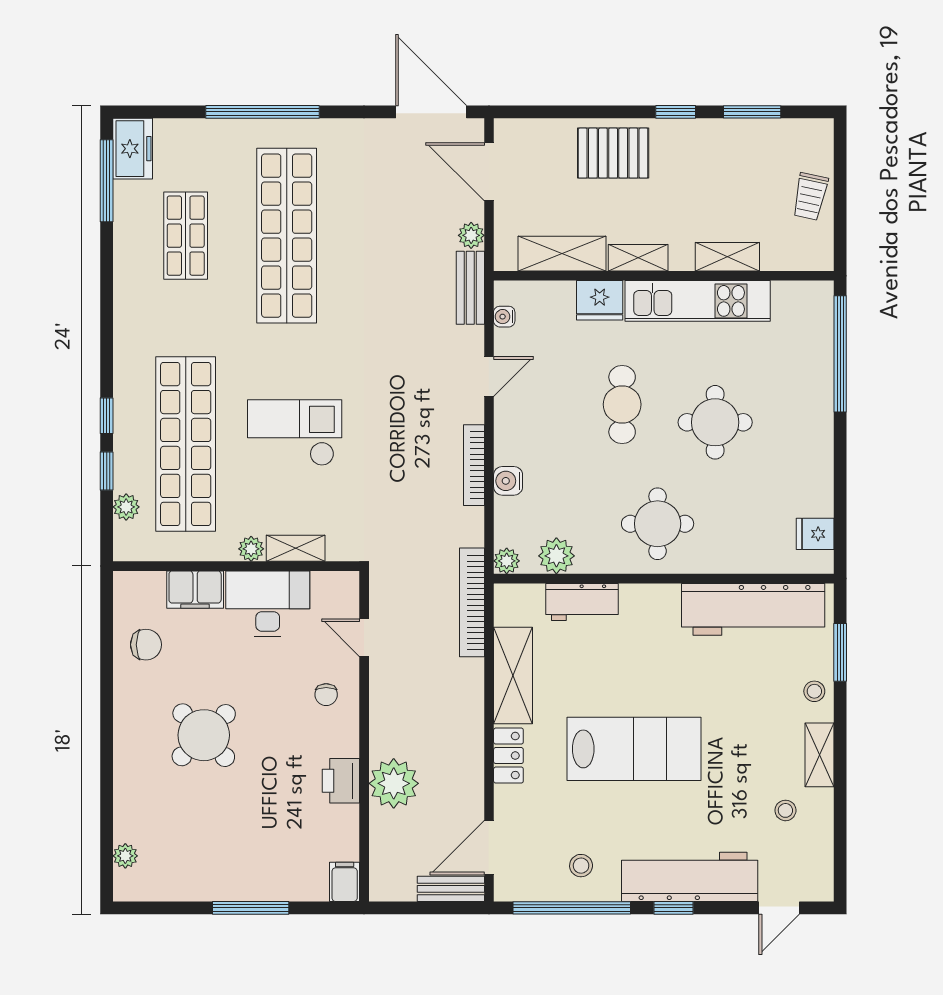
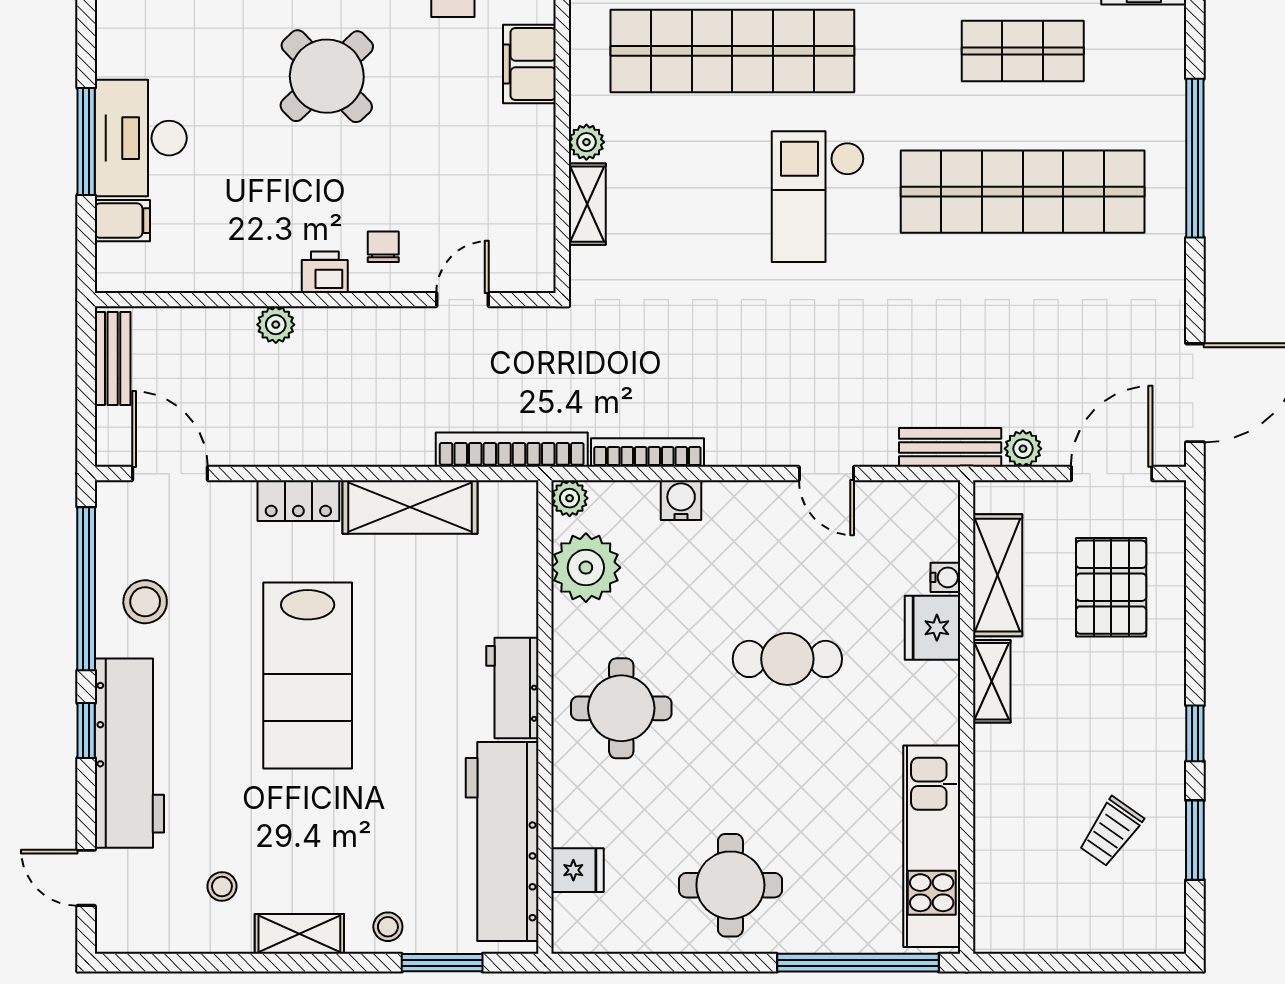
pallet: (613, 153) -> (1111, 587), moved
trolley: (810, 196) -> (1111, 832), moved, turned -67
shelving: (727, 257) -> (993, 806), removed
kitchen unit: (698, 301) -> (932, 846), moved
water cooler: (504, 317) -> (945, 577), moved, turned 90
round table: (715, 422) -> (730, 885), moved
checkout: (295, 433) -> (818, 197), moved, turned 180
bookcase: (474, 465) -> (647, 453), moved
fridge: (815, 534) -> (578, 870), moved, turned 90
plant: (556, 556) -> (586, 568), width x1.36, depth x1.36
workbench: (582, 602) -> (512, 688), moved
desk: (268, 604) -> (141, 138), moved, turned 180
chair: (326, 695) -> (383, 247), turned 90
printer: (341, 781) -> (325, 272), moved, width x0.73, depth x0.81
plant: (394, 783) -> (276, 325), width x0.53, depth x0.53
stool: (581, 866) -> (145, 602), width x1.37, depth x1.37
filing cabinet: (345, 882) -> (122, 221), moved
bench: (451, 889) -> (113, 358), moved

